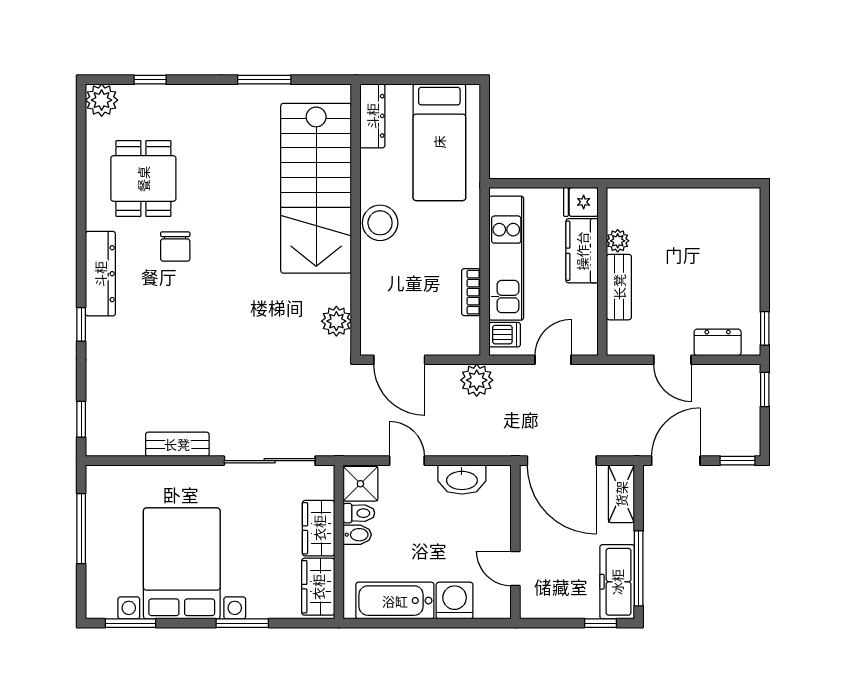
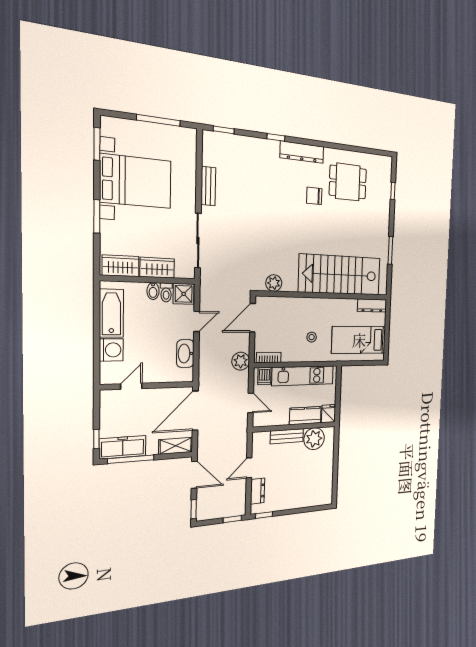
plant: (102, 100) -> (385, 164), removed
stool: (380, 223) -> (312, 337), moved, width x0.53, depth x0.53
plant: (618, 241) -> (314, 439), width x1.88, depth x1.88
bookcase: (471, 292) -> (269, 357), moved

